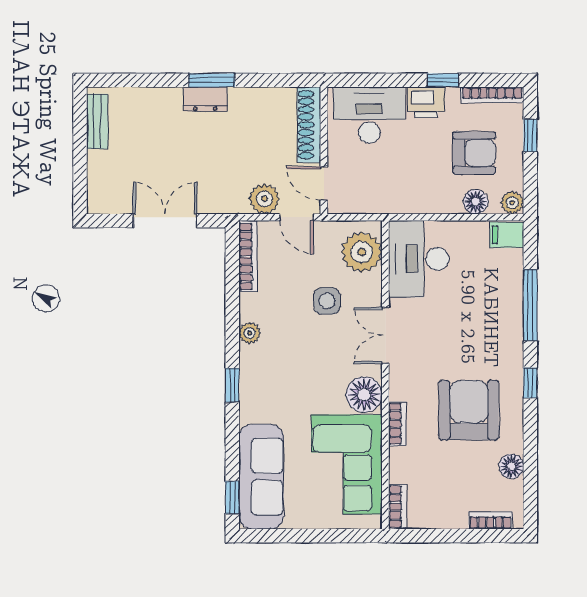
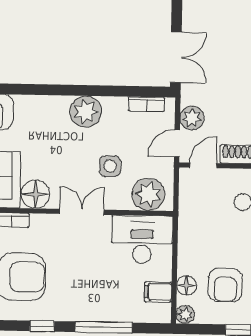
double door: (165, 221) -> (176, 57), moved
filing cabinet: (507, 235) -> (158, 292), moved, turned -90
bookcase: (248, 257) -> (147, 104), width x0.64
plant: (250, 333) -> (86, 112), width x1.88, depth x1.88
window: (232, 385) -> (45, 90), removed

